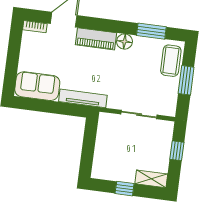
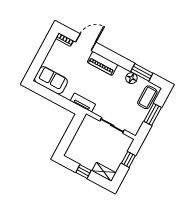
floor lamp: (124, 42) -> (131, 78), moved
tv unit: (83, 98) -> (83, 103), width x0.71

